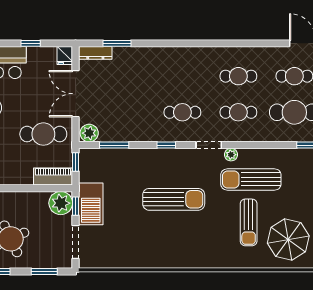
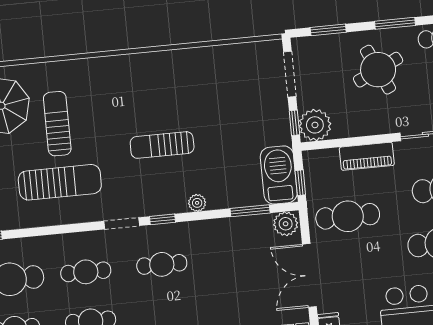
double door: (76, 94) -> (309, 275), swing flipped
window: (166, 145) -> (162, 219), moved
plant: (231, 155) -> (197, 203), moved
piano: (53, 176) -> (367, 156), moved
sun lounger: (174, 199) -> (162, 145), width x0.73, depth x0.75
barbecue: (91, 204) -> (279, 175), moved

